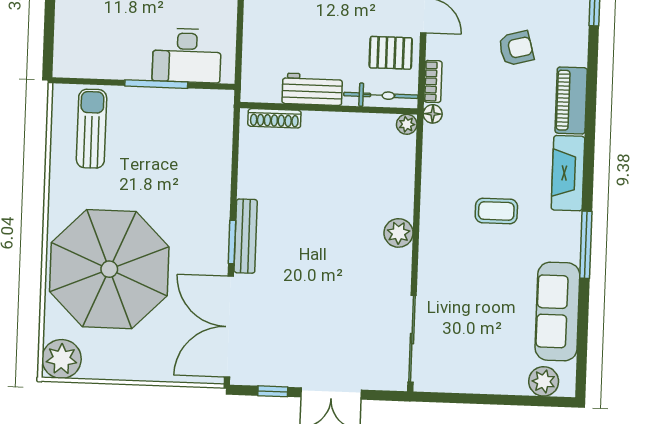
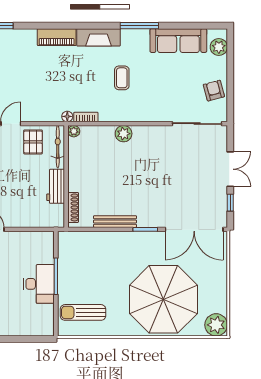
armchair: (516, 48) -> (214, 91), moved
desk: (187, 56) -> (39, 284), moved
bookcase: (433, 82) -> (86, 117), moved
plant: (398, 233) -> (124, 134), moved
bench: (246, 236) -> (115, 222), moved

